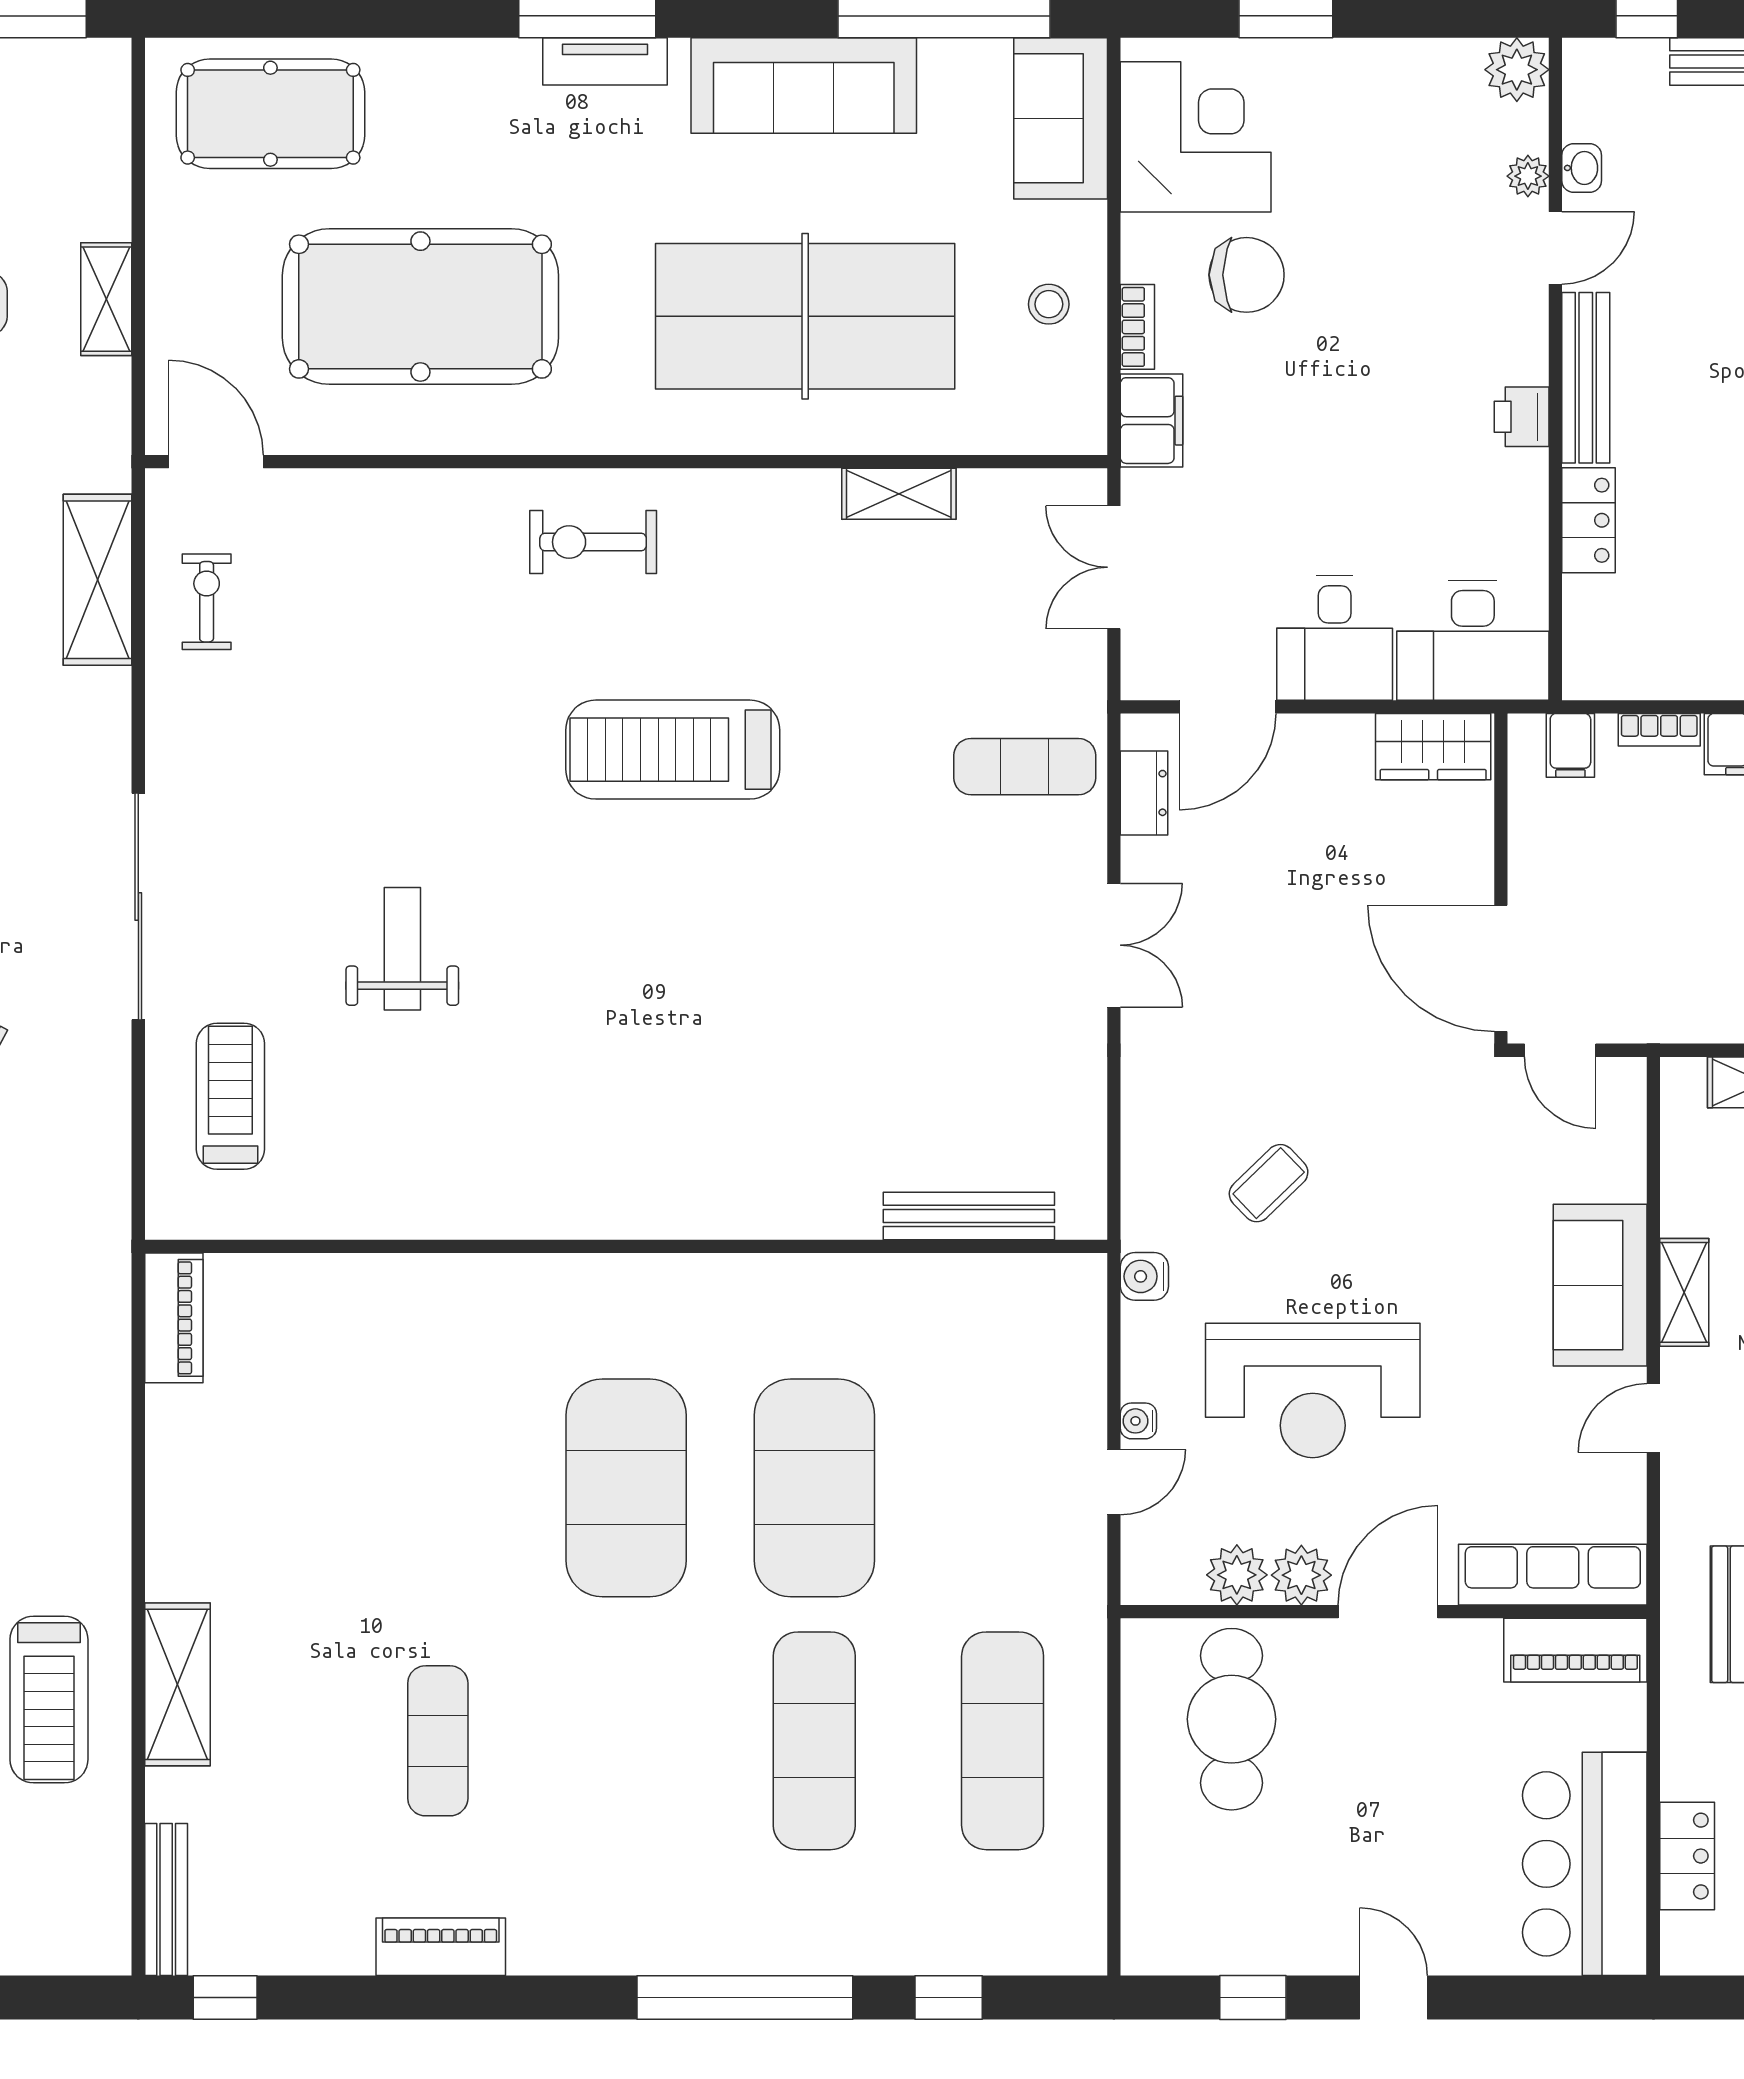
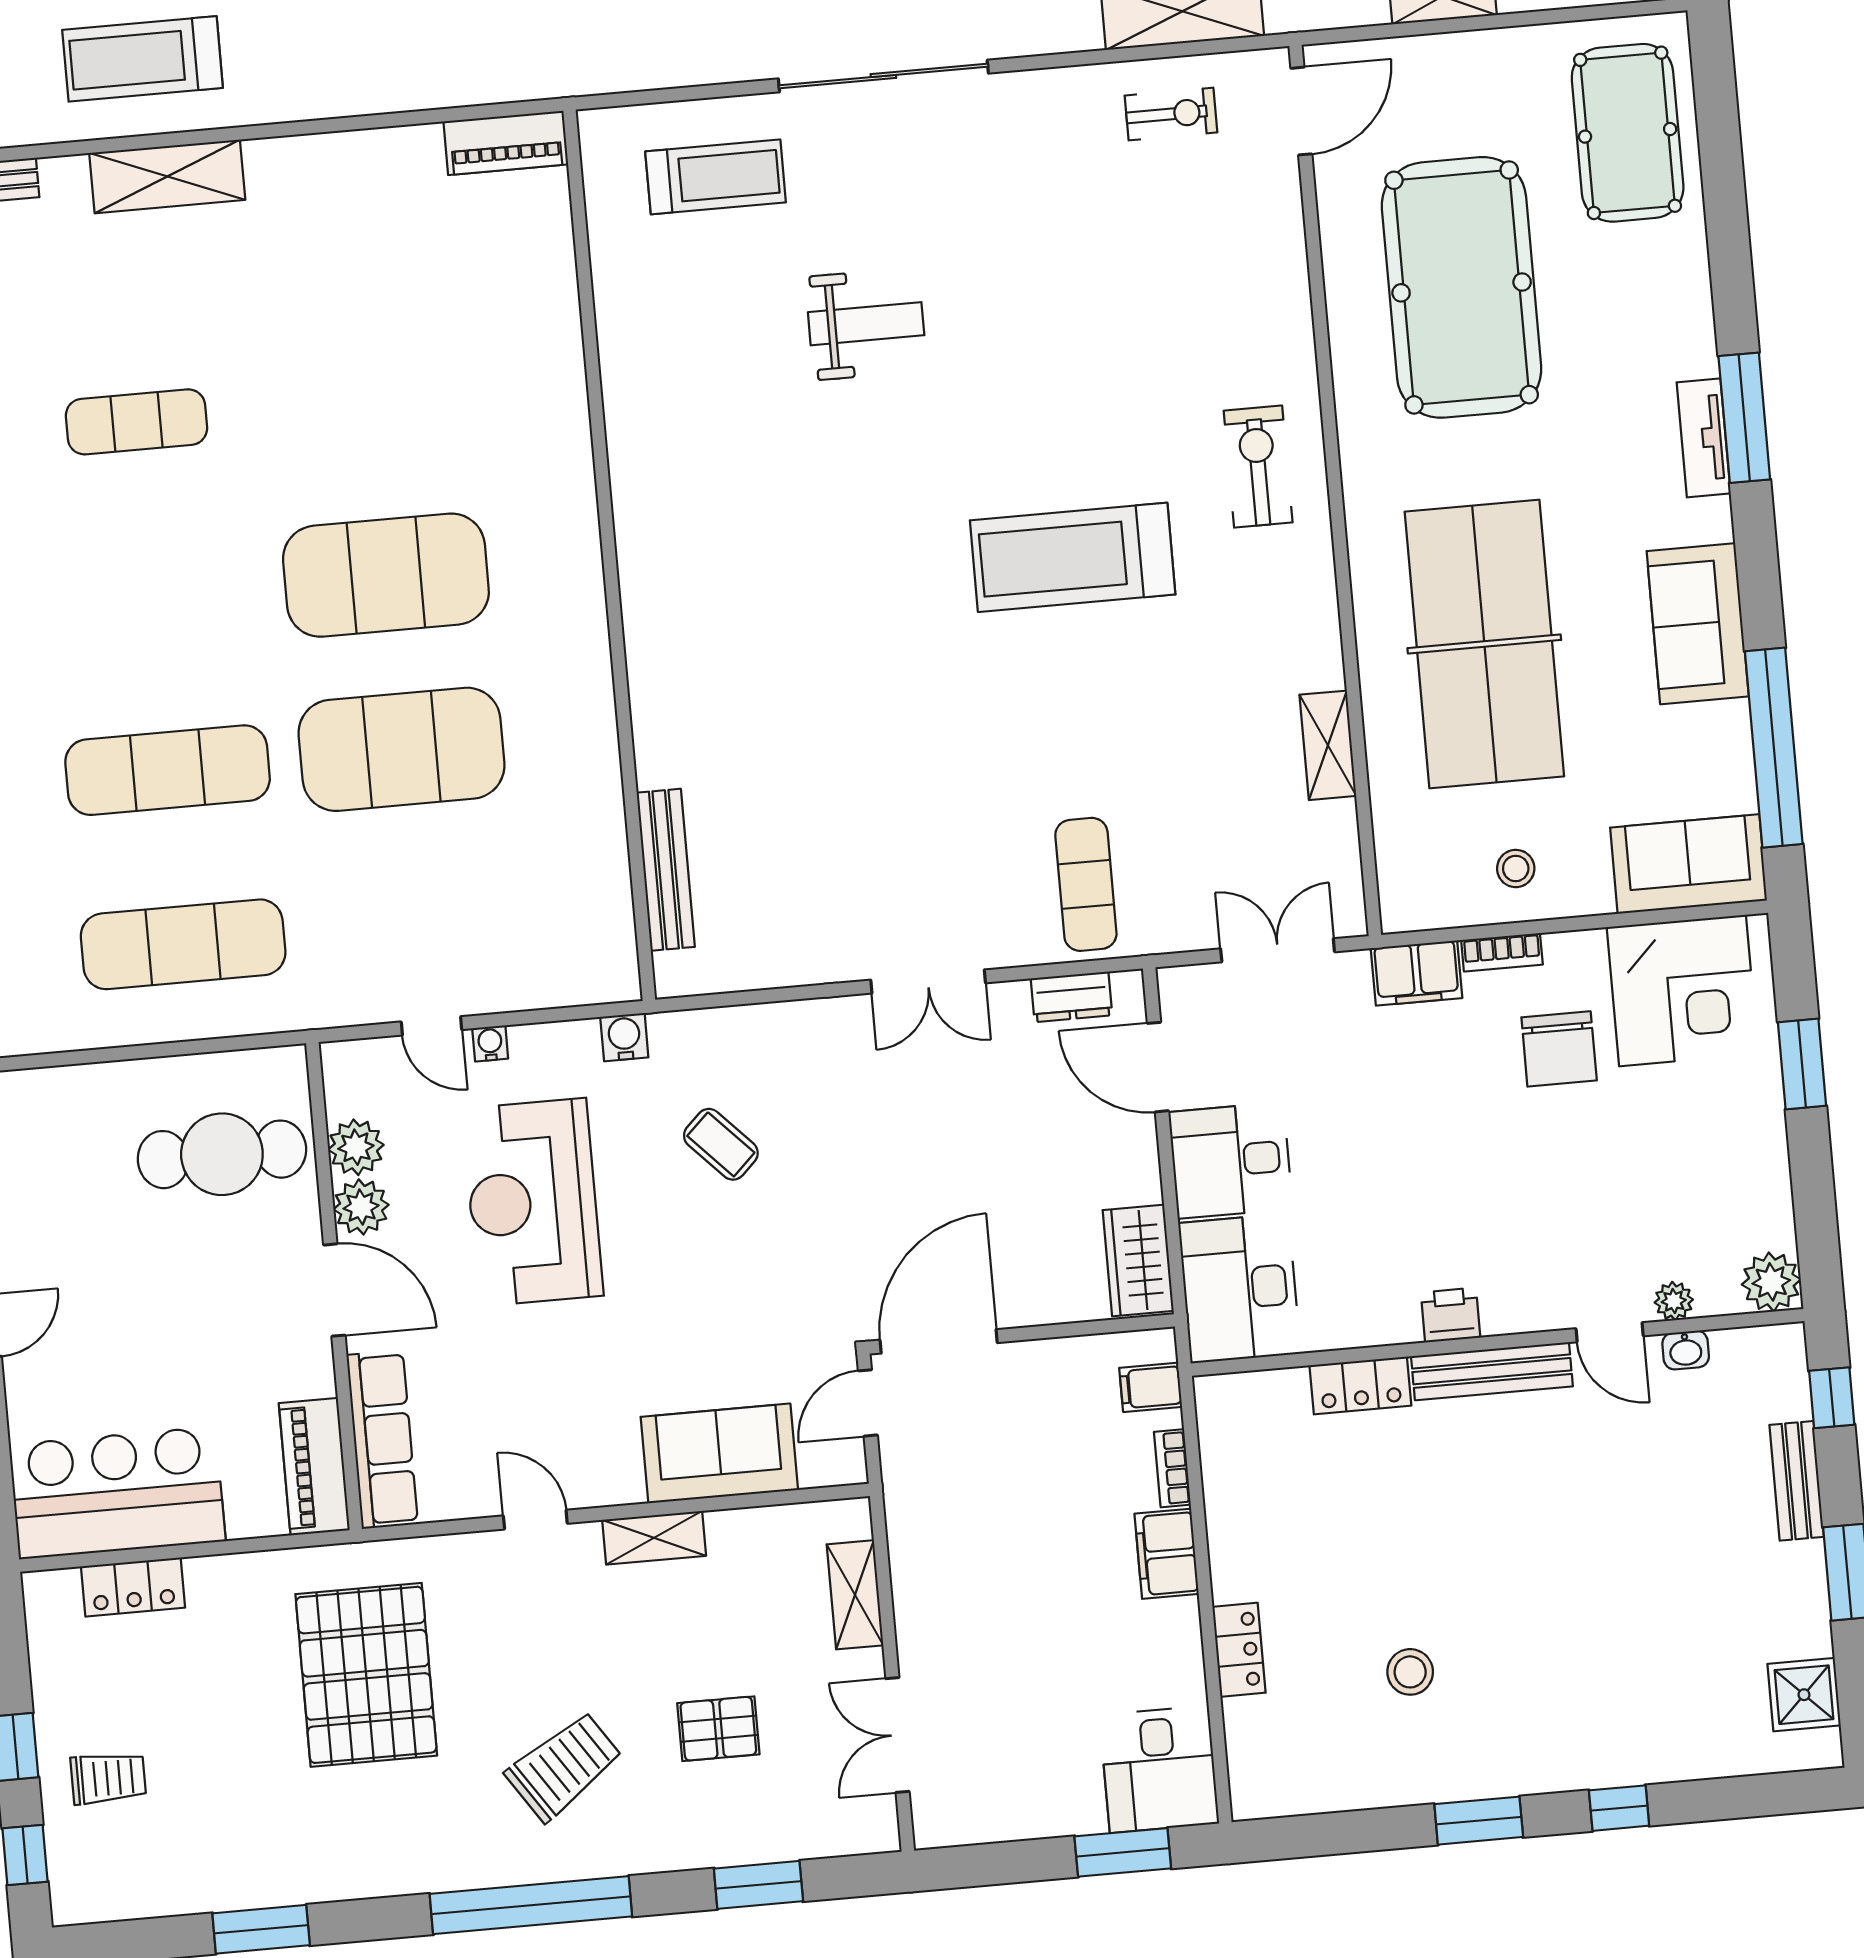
sofa: (804, 85) -> (1698, 624), width x0.73
treadmill: (673, 750) -> (1073, 557), turned -90
sofa: (1600, 1285) -> (719, 1453), moved

